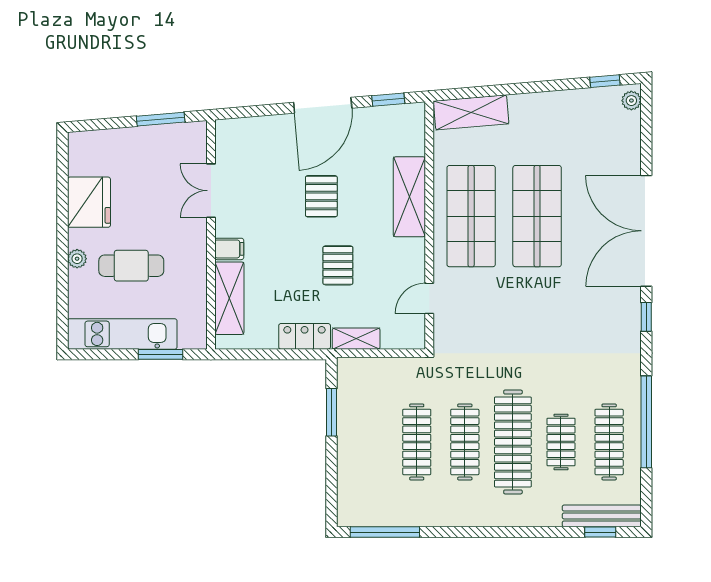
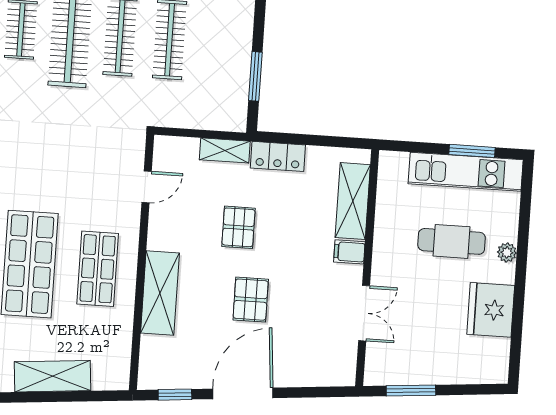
shelving: (471, 112) -> (53, 376), moved
shop shelf: (471, 216) -> (98, 269), width x0.70, depth x0.74
window: (161, 354) -> (472, 151), moved

